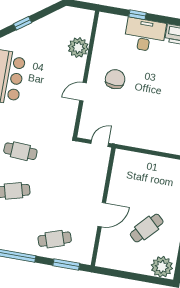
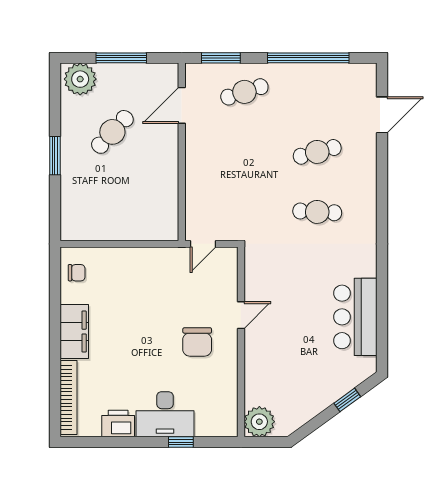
plant: (78, 48) -> (259, 422), moved
door: (102, 215) -> (182, 105), moved
window: (132, 276) -> (121, 58), added

